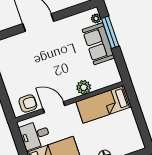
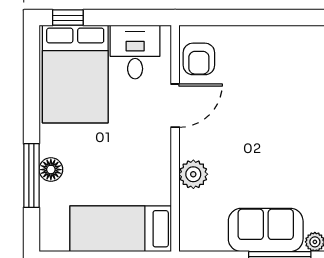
bed: (104, 104) -> (121, 229), moved, turned -90

